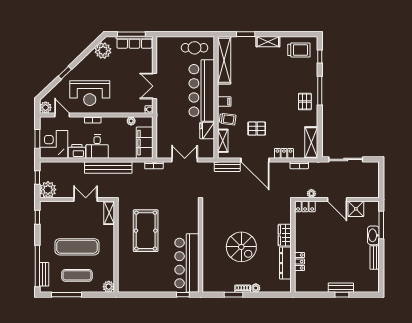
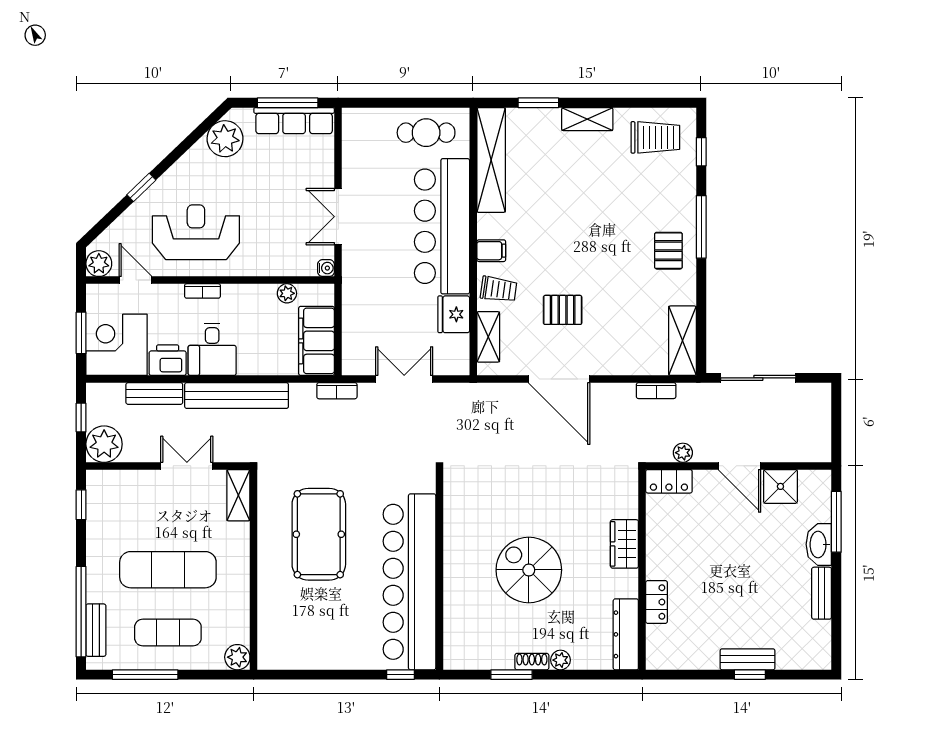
reception desk: (90, 93) -> (196, 232), turned 180
locker: (284, 153) -> (623, 364), removed
bench: (227, 167) -> (154, 394), moved
spiral stairs: (241, 247) -> (529, 570), turned 180
bar counter: (187, 263) -> (409, 582), width x1.36
dresser: (285, 263) -> (626, 634), moved

